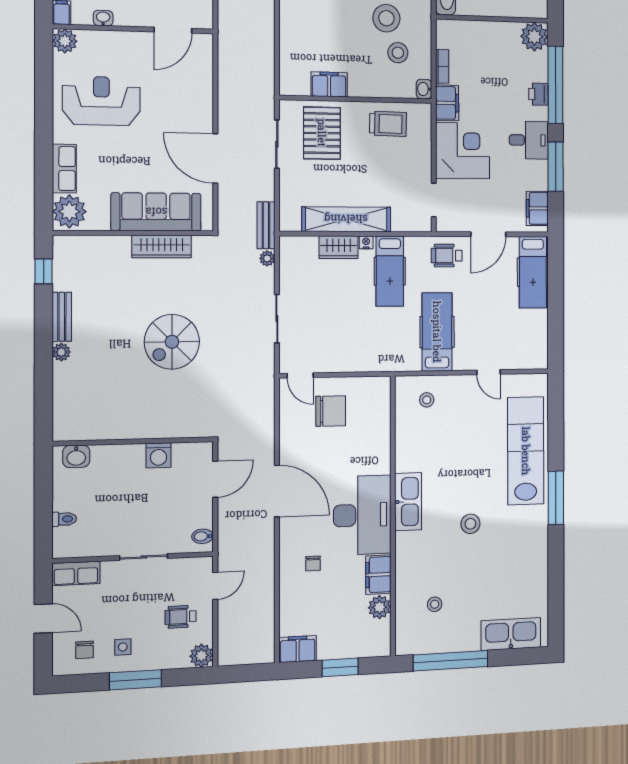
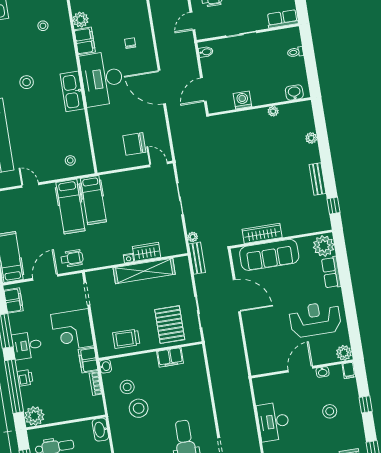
door: (173, 30) -> (300, 369), moved
reception desk: (101, 101) -> (315, 319), turned 180
hospital bed: (390, 271) -> (93, 200), moved, turned 180
spiral stairs: (172, 342) -> (246, 174), removed
plant: (61, 352) -> (311, 138), moved
plant: (114, 432) -> (273, 111), added

